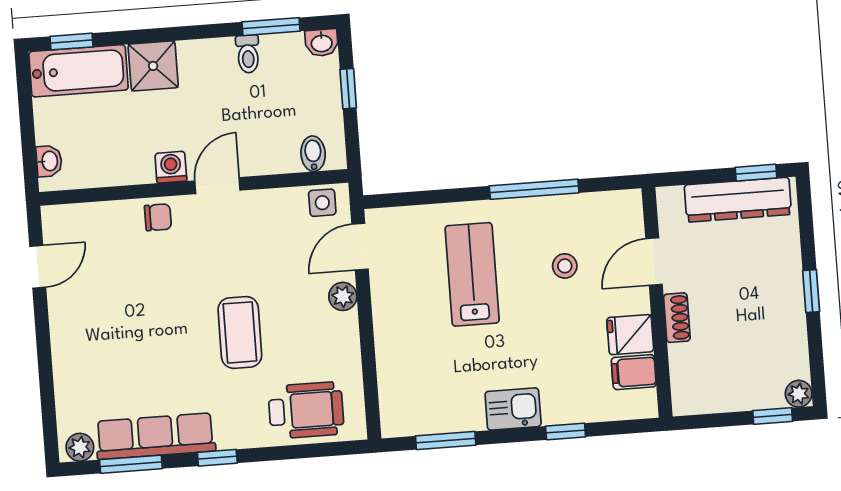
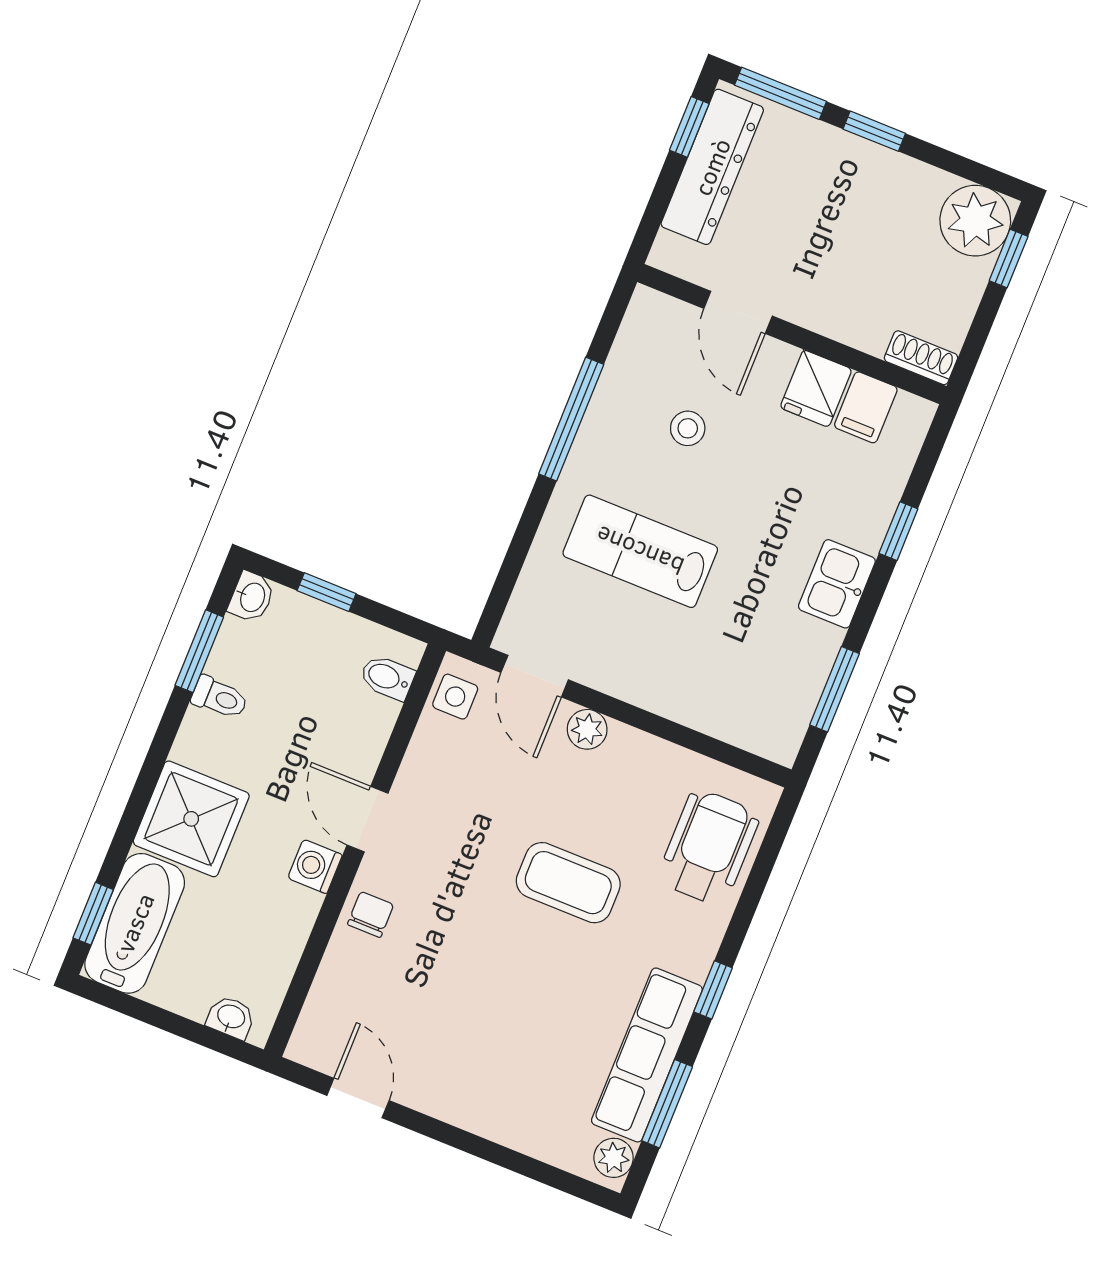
shower: (153, 66) -> (191, 819), width x1.36, depth x1.36
window: (806, 220) -> (780, 93), added
shoe rack: (677, 318) -> (921, 358), moved
plant: (799, 394) -> (975, 221), width x1.88, depth x1.88

